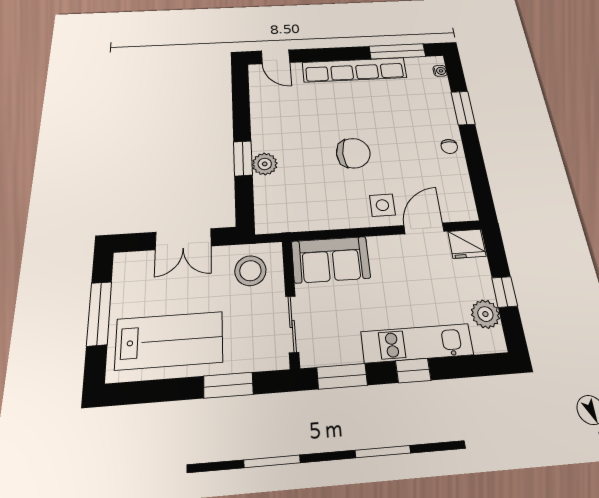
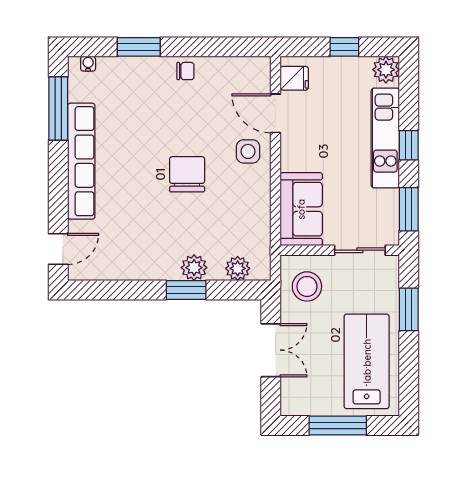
plant: (266, 203) -> (238, 268), added
fridge: (467, 244) -> (294, 78), width x0.72
plant: (485, 314) -> (386, 70), moved

